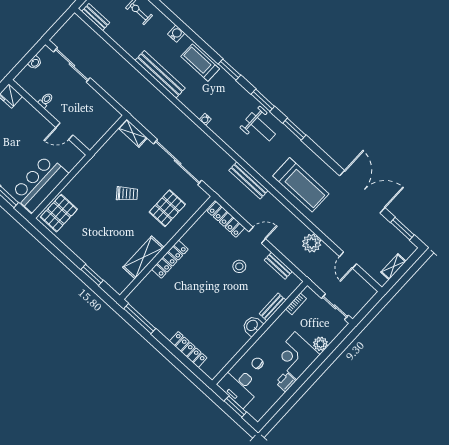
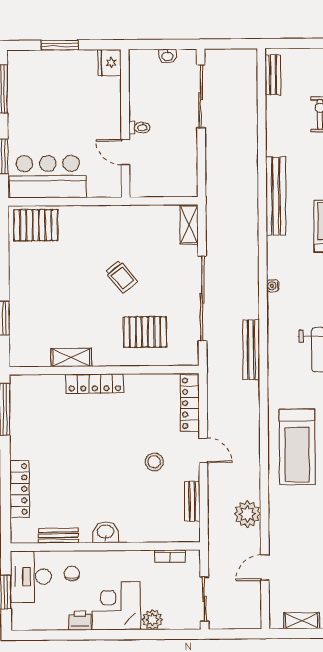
toilet: (46, 100) -> (139, 128), moved
bench: (248, 180) -> (251, 350), moved
shelving: (143, 257) -> (71, 358), width x0.67, depth x0.75
bench: (273, 307) -> (58, 536), moved

